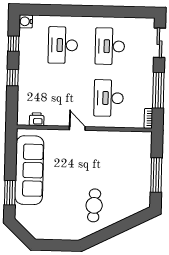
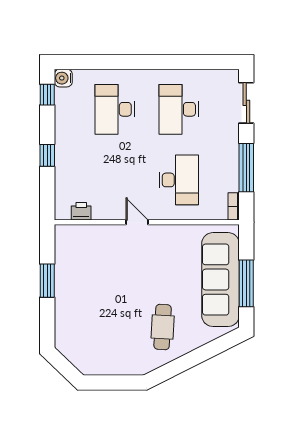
window: (13, 44) -> (47, 95), moved
desk: (109, 98) -> (179, 180), turned 180
sofa: (29, 170) -> (221, 280), moved, turned 180
window: (10, 193) -> (47, 281), moved

